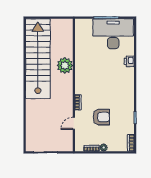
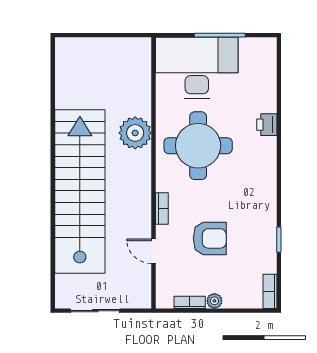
desk: (113, 34) -> (197, 68), moved
stairs: (38, 59) -> (80, 192), moved
round table: (96, 72) -> (198, 146), added
door: (74, 123) -> (153, 251), hinge flipped

